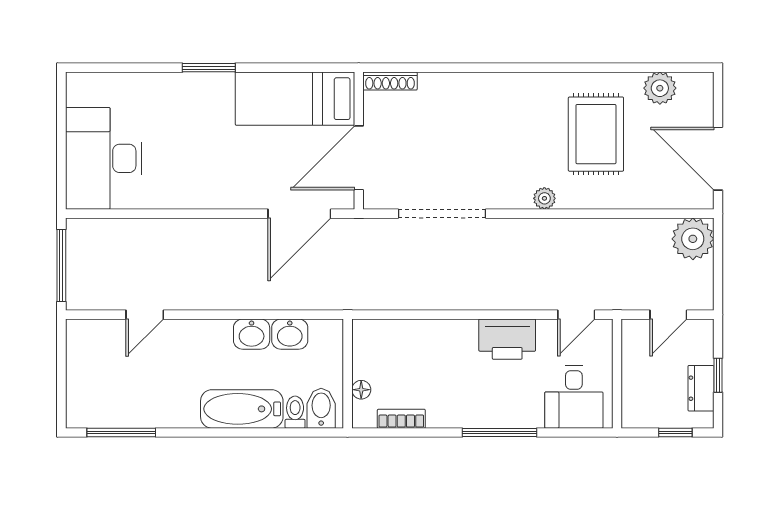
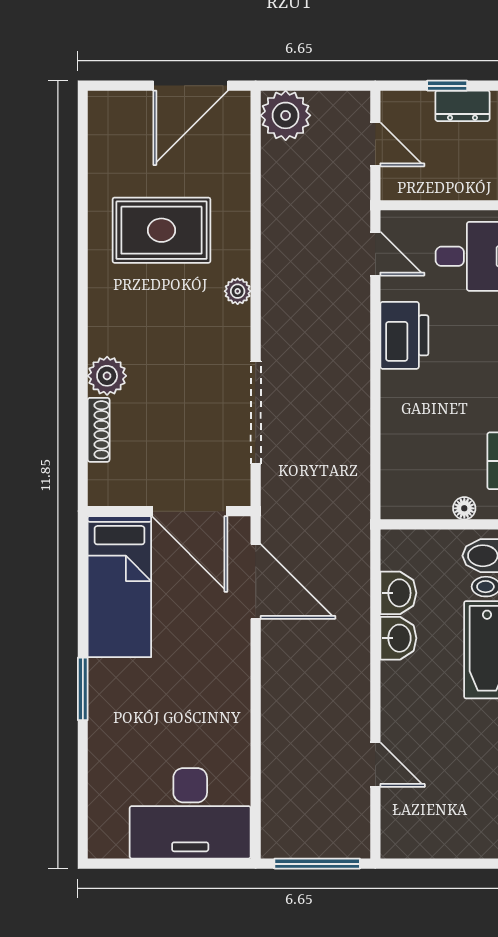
shoe rack: (390, 81) -> (99, 430), moved
plant: (660, 88) -> (107, 376), moved

